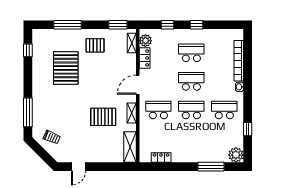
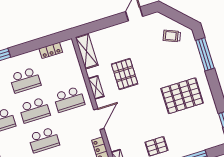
pallet: (66, 68) -> (182, 96), moved, turned 90
pallet: (103, 117) -> (125, 74), turned 90
school desk: (191, 139) -> (25, 80), added

